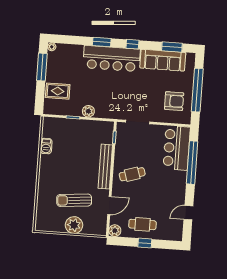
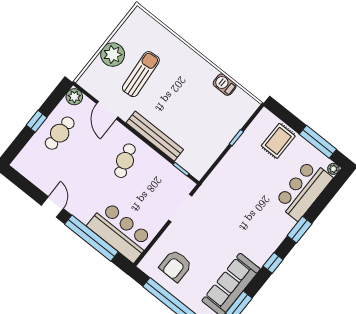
bar counter: (112, 58) -> (303, 190), moved, width x0.73
plant: (88, 111) -> (231, 160), removed
door: (188, 213) -> (52, 207), moved

